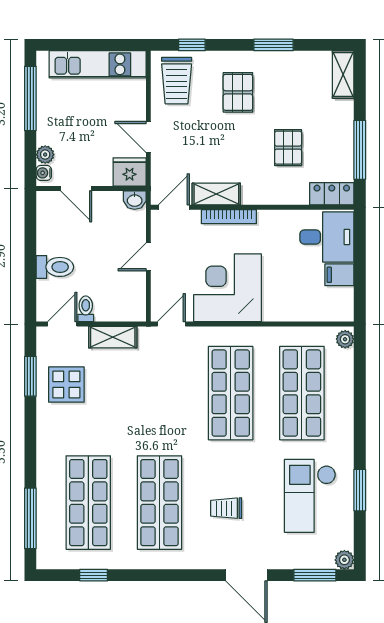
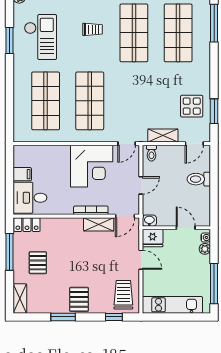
pallet: (238, 92) -> (79, 299), moved
pallet: (288, 148) -> (38, 263), moved
toilet: (86, 309) -> (151, 153), moved
plant: (345, 339) -> (19, 134), removed

